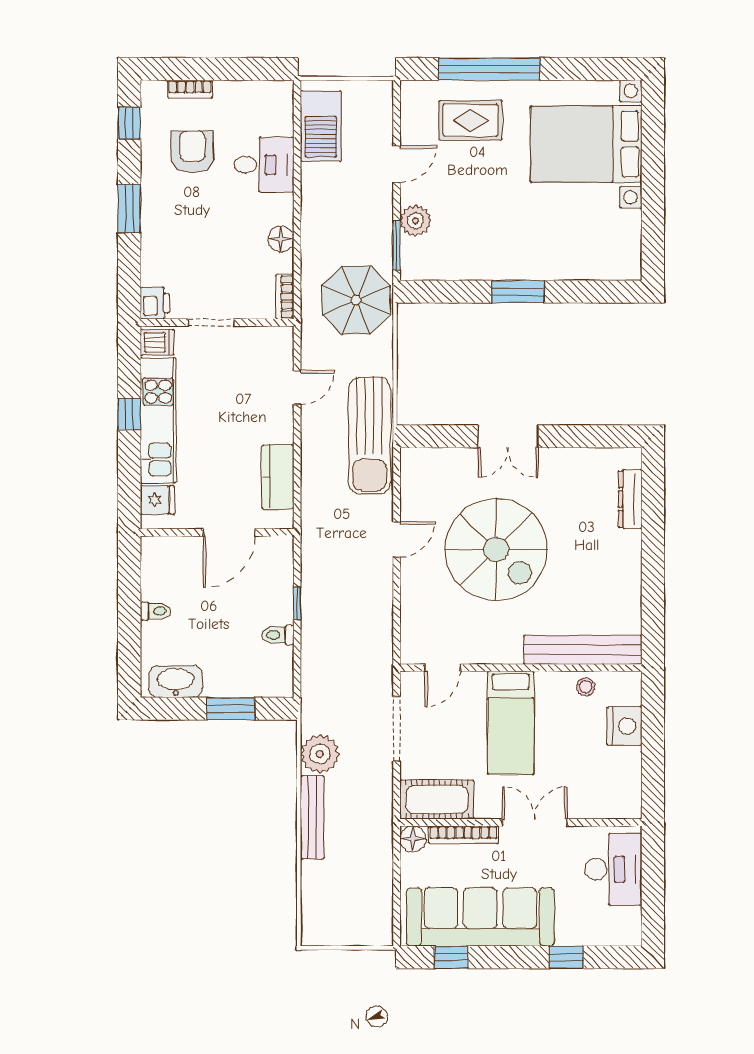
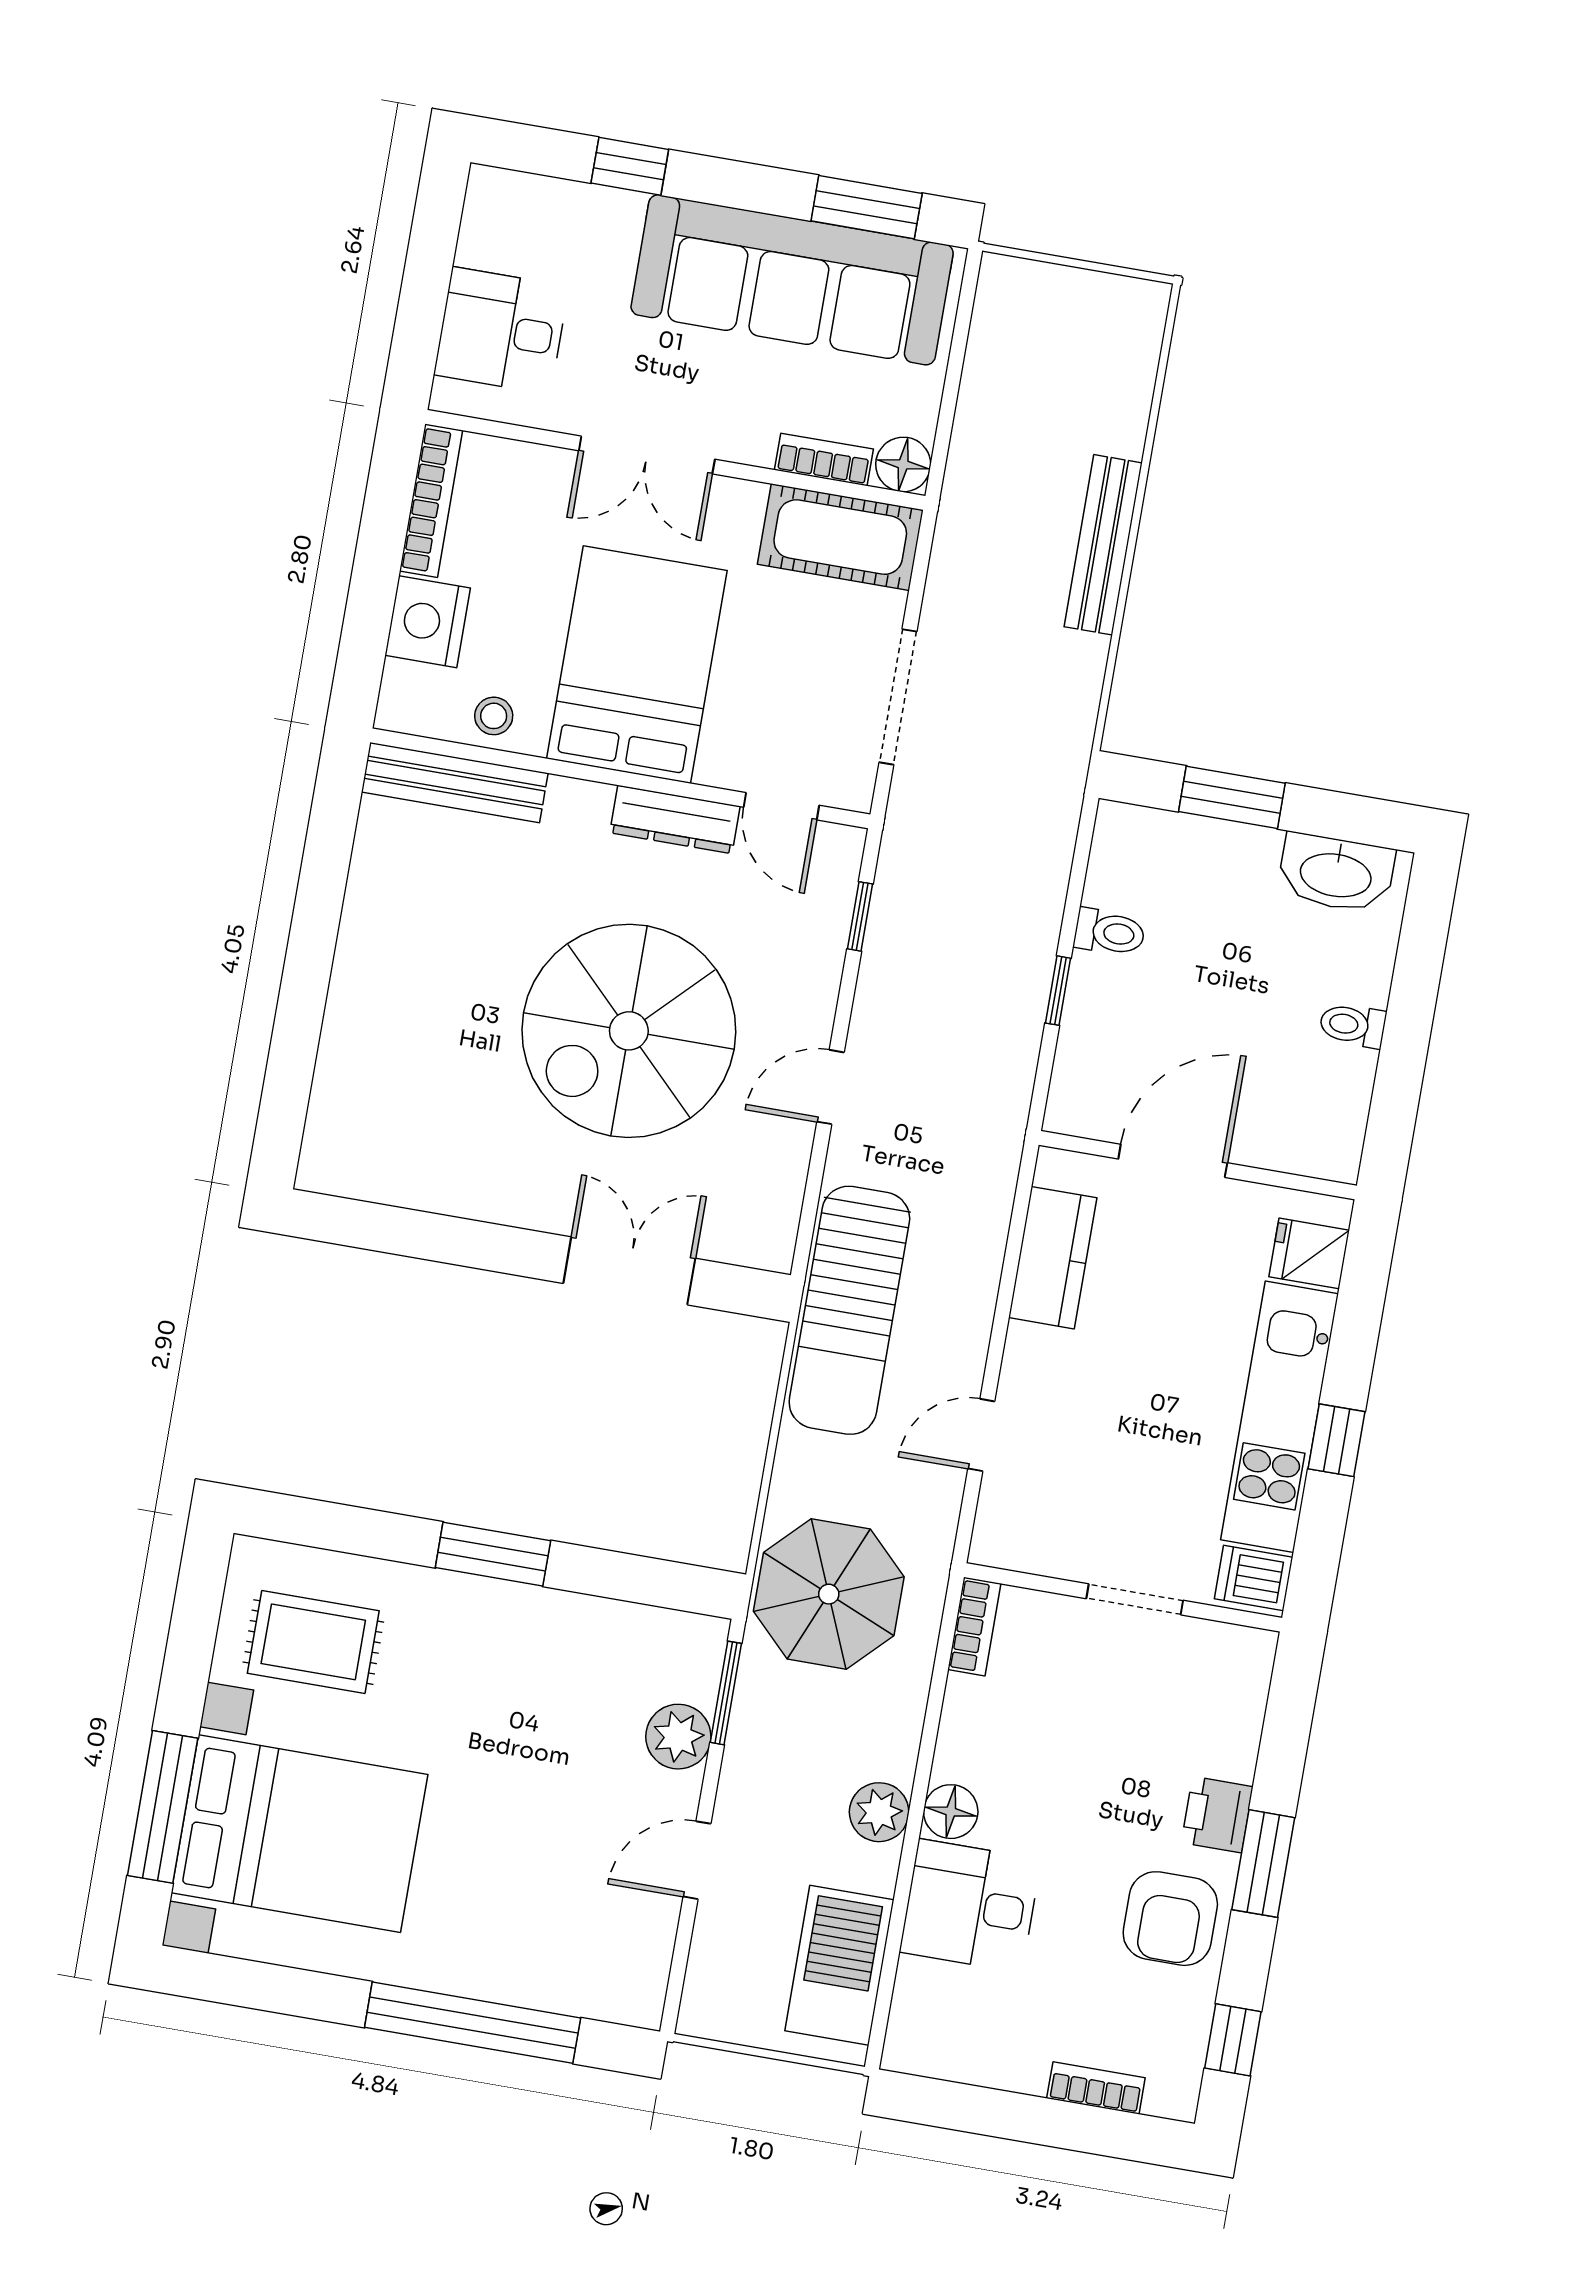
rug: (470, 120) -> (313, 1642), moved
window: (653, 146) -> (163, 1807), added
armchair: (192, 152) -> (1170, 1919), moved
floor lamp: (281, 239) -> (951, 1812), moved
printer: (155, 303) -> (1217, 1815), moved
sun lounger: (370, 436) -> (849, 1310), turned 180
double door: (508, 436) -> (629, 1271), moved
dresser: (630, 499) -> (675, 820), moved, turned 90
spiral stairs: (496, 549) -> (629, 1031), turned -90
window: (397, 622) -> (860, 916), added
bench: (583, 650) -> (455, 783), width x0.73, depth x0.82
door: (443, 668) -> (781, 806), swing flipped
bed: (511, 723) -> (637, 665), width x1.50
plant: (320, 754) -> (879, 1812), moved, width x0.73, depth x0.73
bookcase: (633, 783) -> (431, 501), added
bookcase: (463, 835) -> (824, 460), width x0.64
desk: (613, 869) -> (501, 331), width x0.73
window: (451, 957) -> (867, 207), width x1.50

